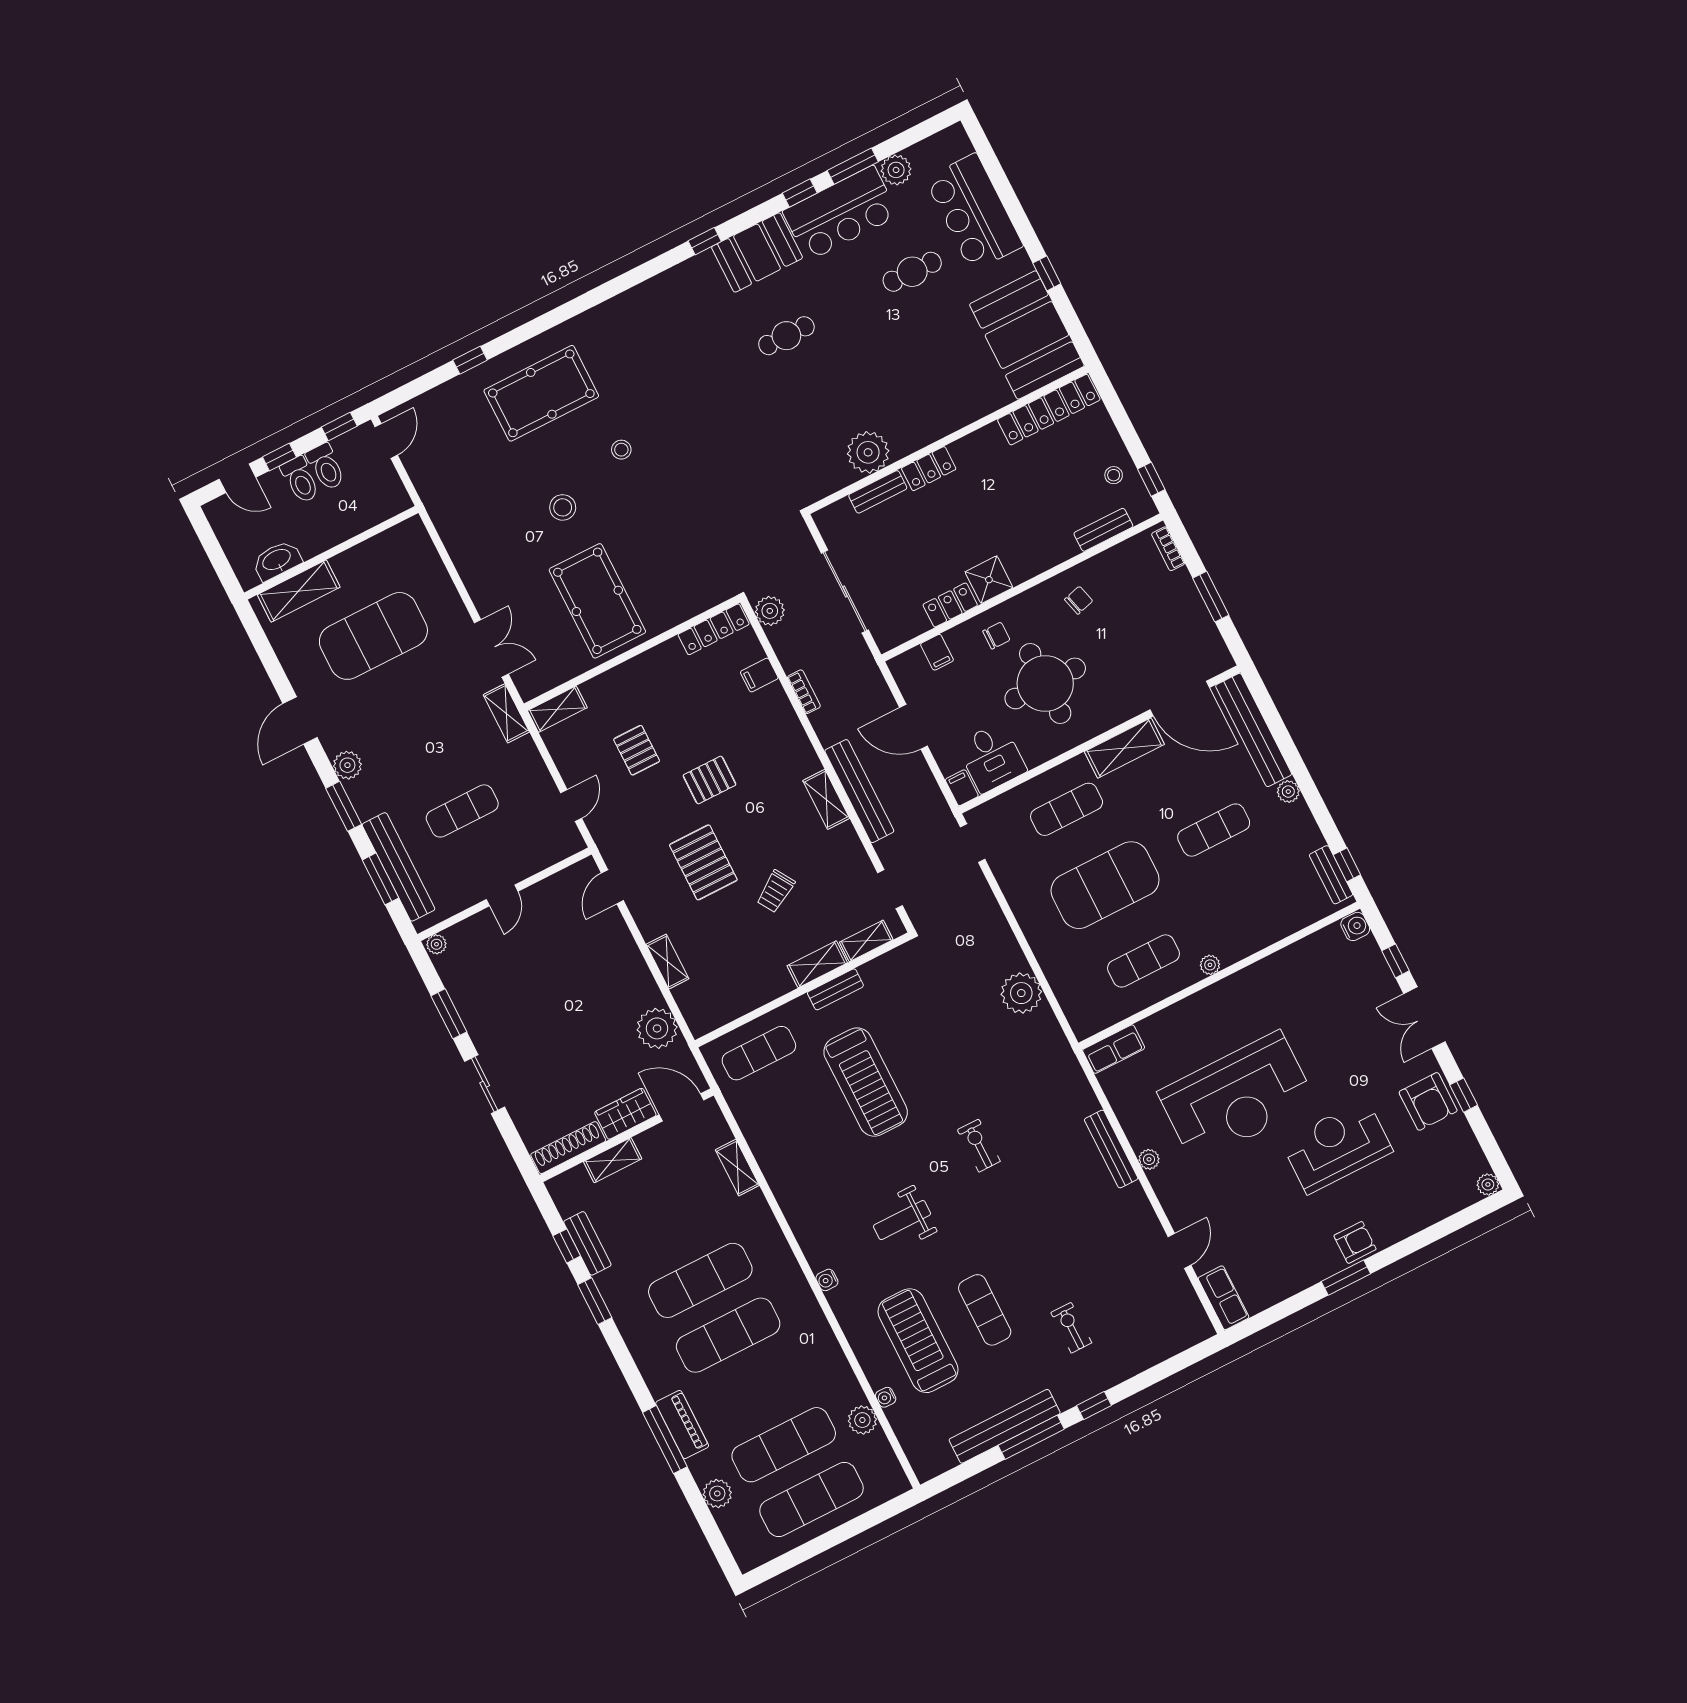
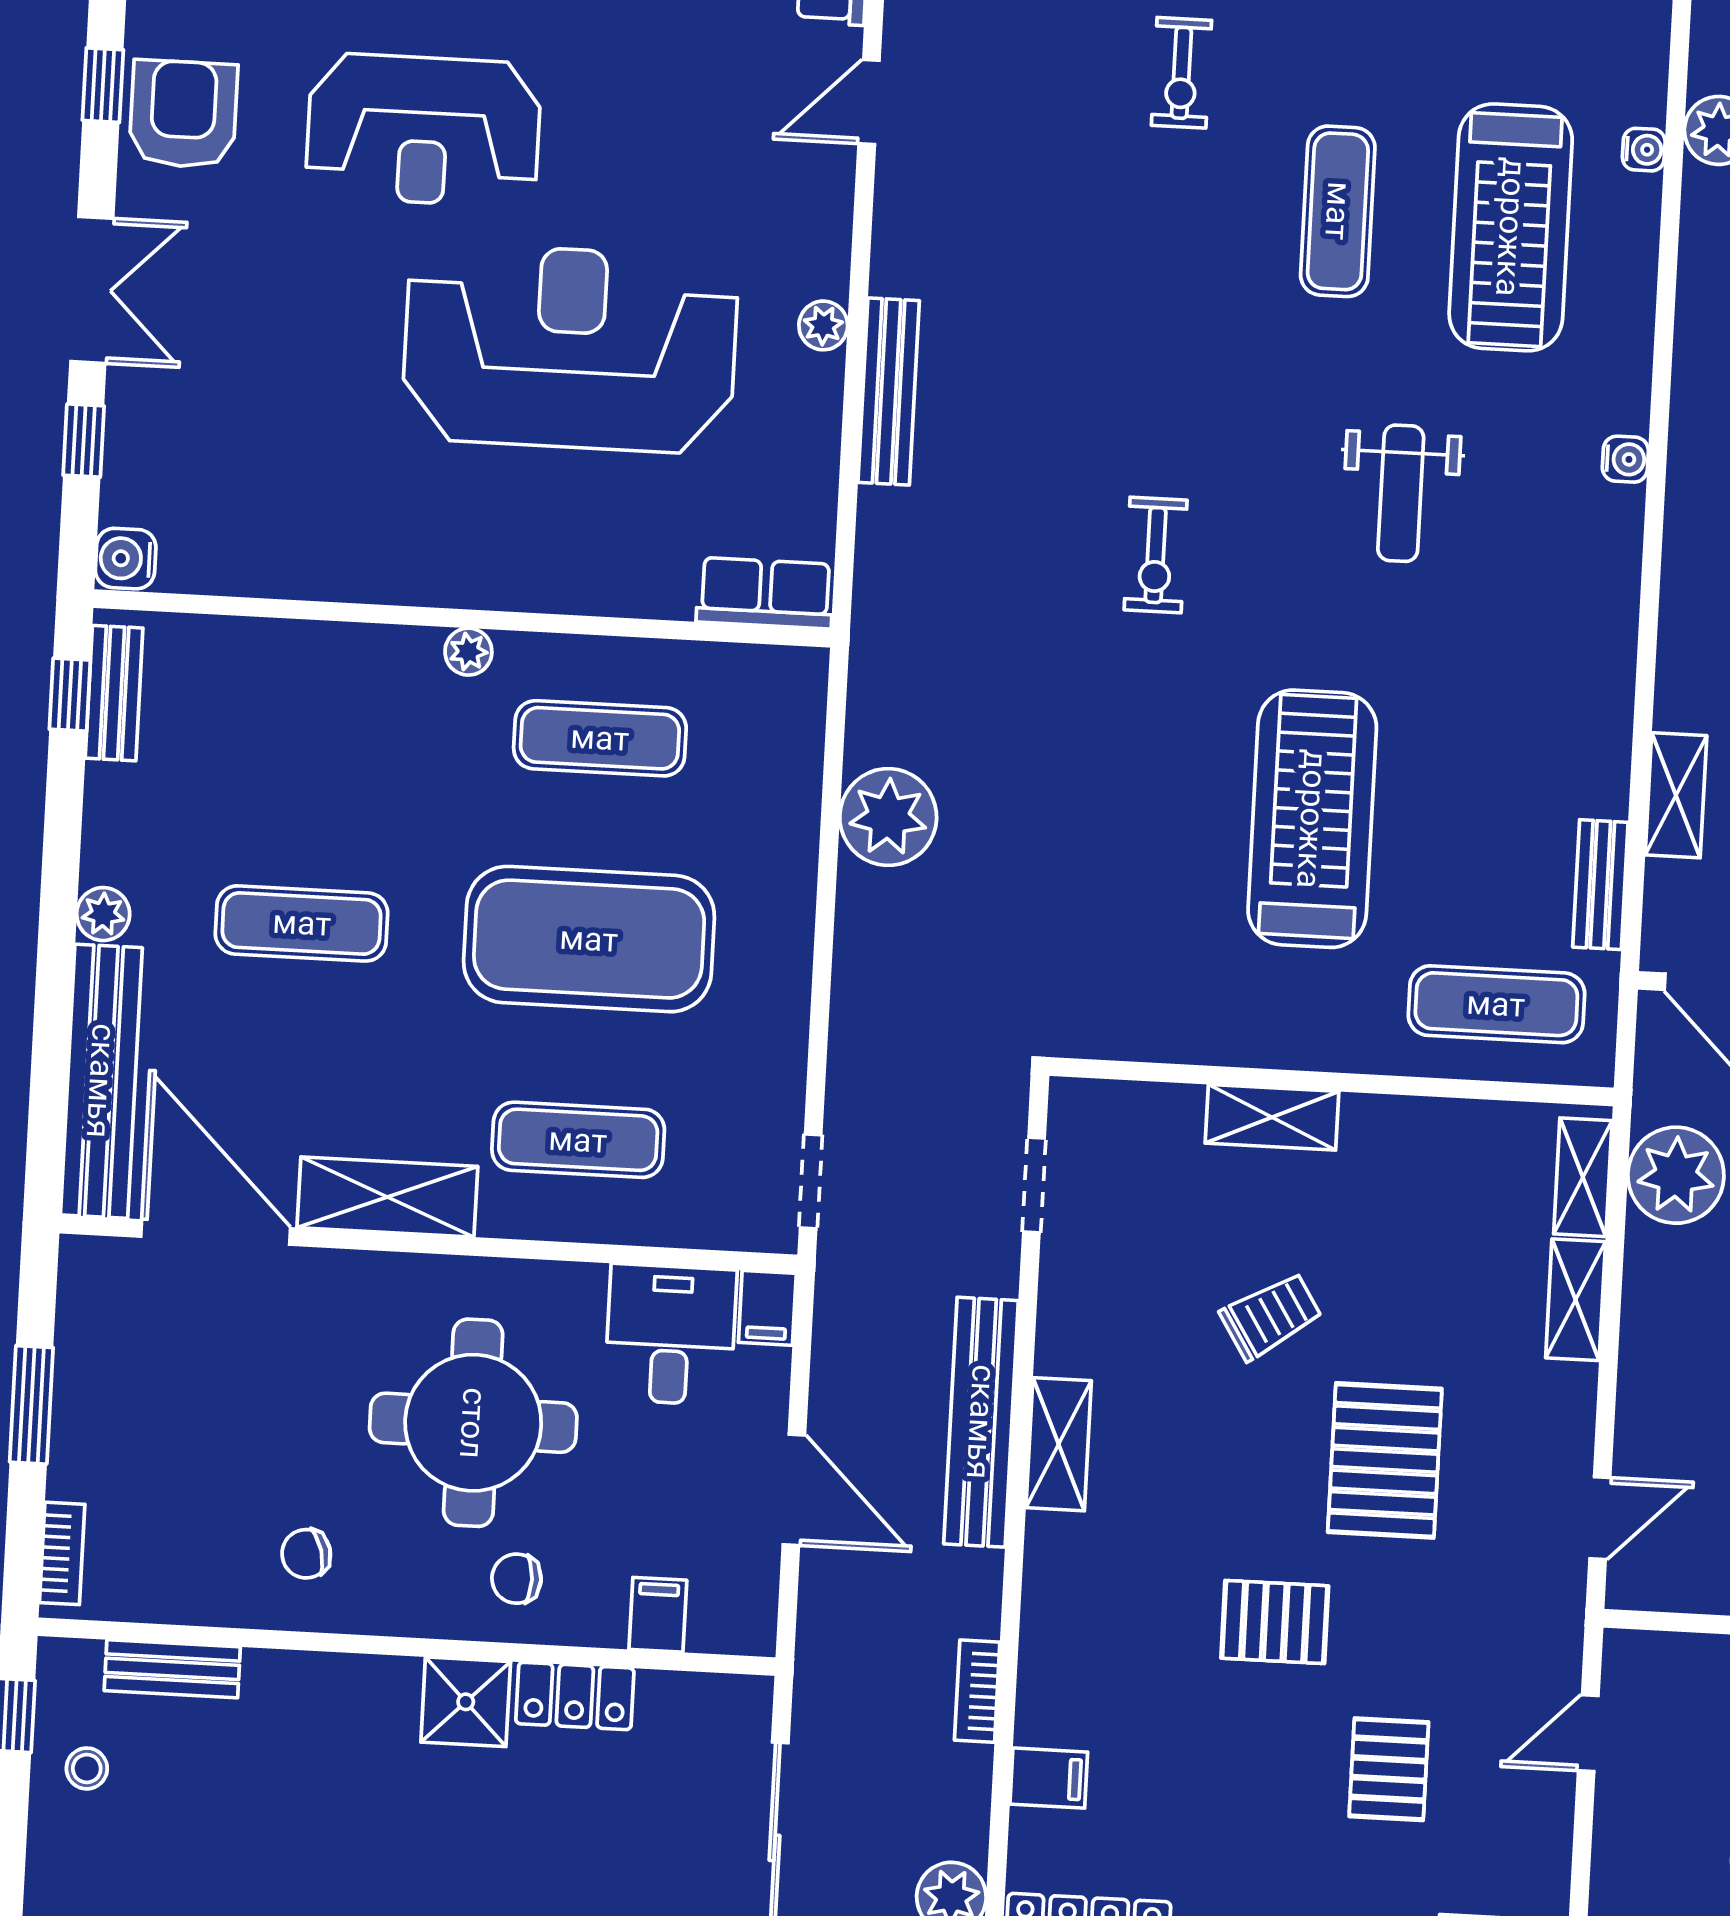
shelving: (866, 941) -> (1583, 1177), moved, turned 90
bench: (835, 989) -> (1600, 885), moved, turned 90
weight bench: (902, 1220) -> (1401, 493), turned 90

